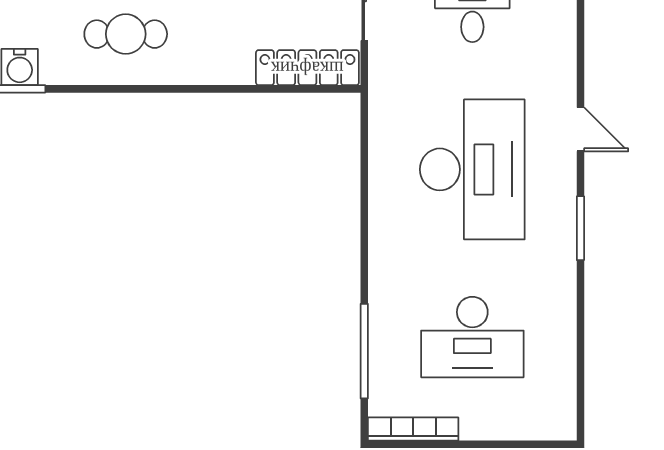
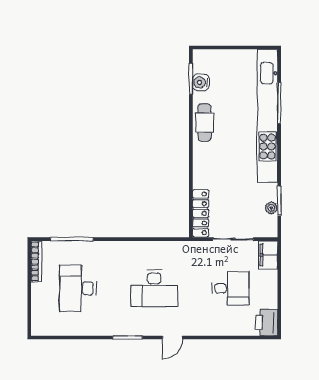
cafe table: (126, 34) -> (204, 123), moved
desk: (472, 169) -> (154, 288), width x0.73, depth x0.77

